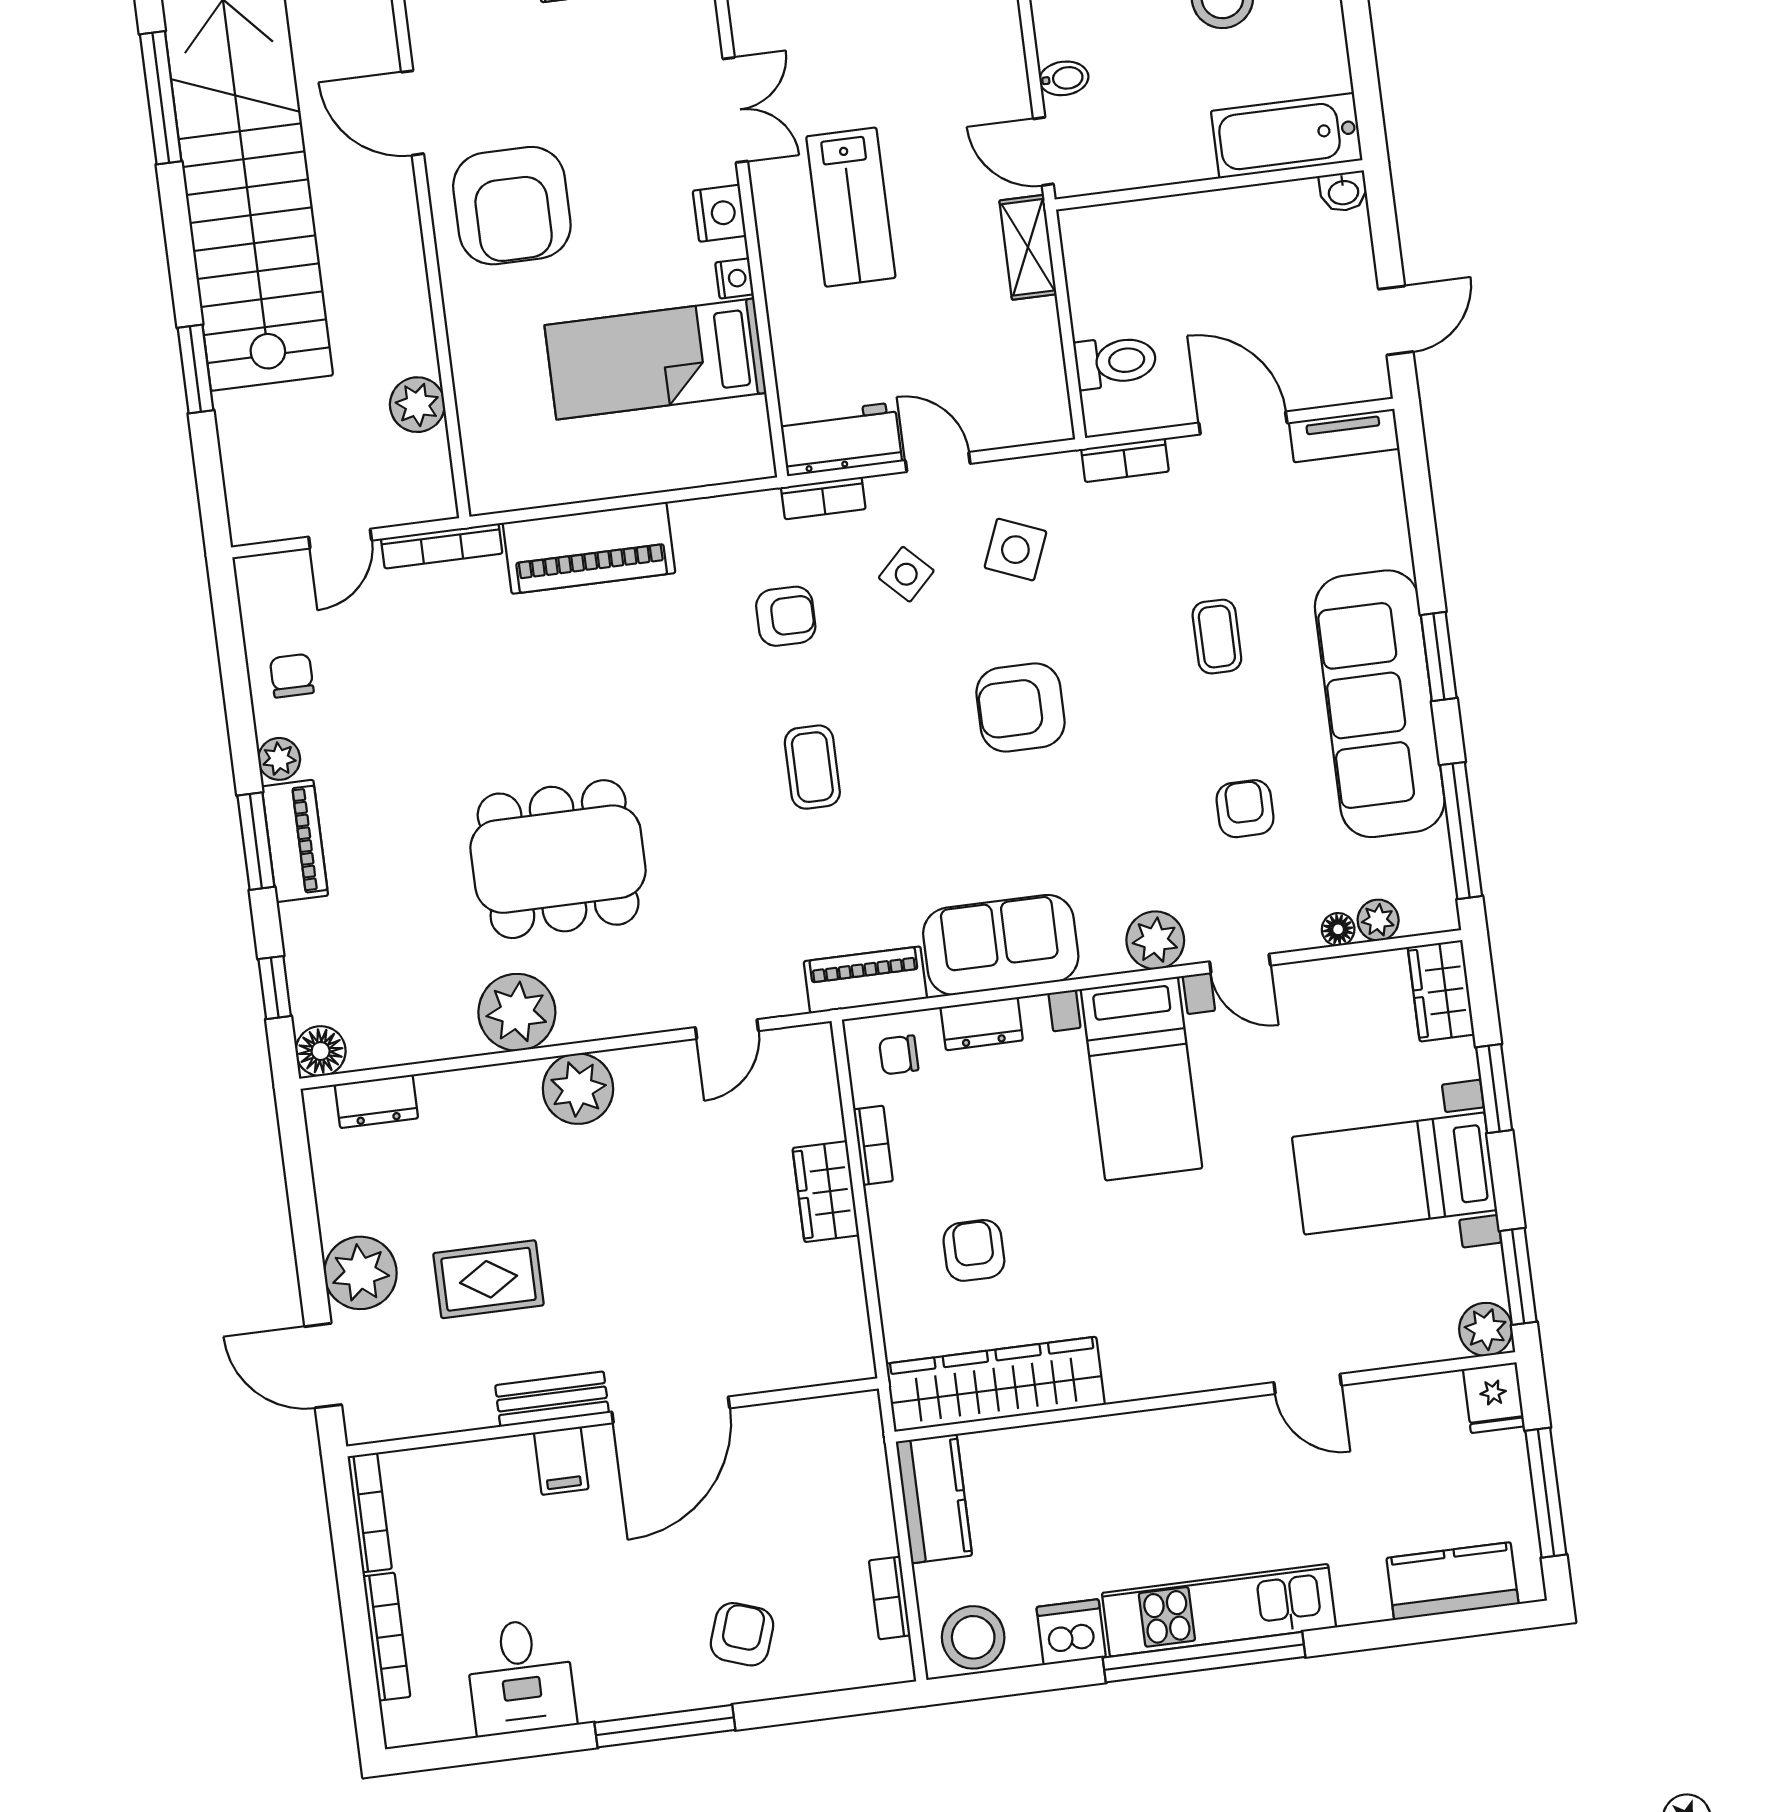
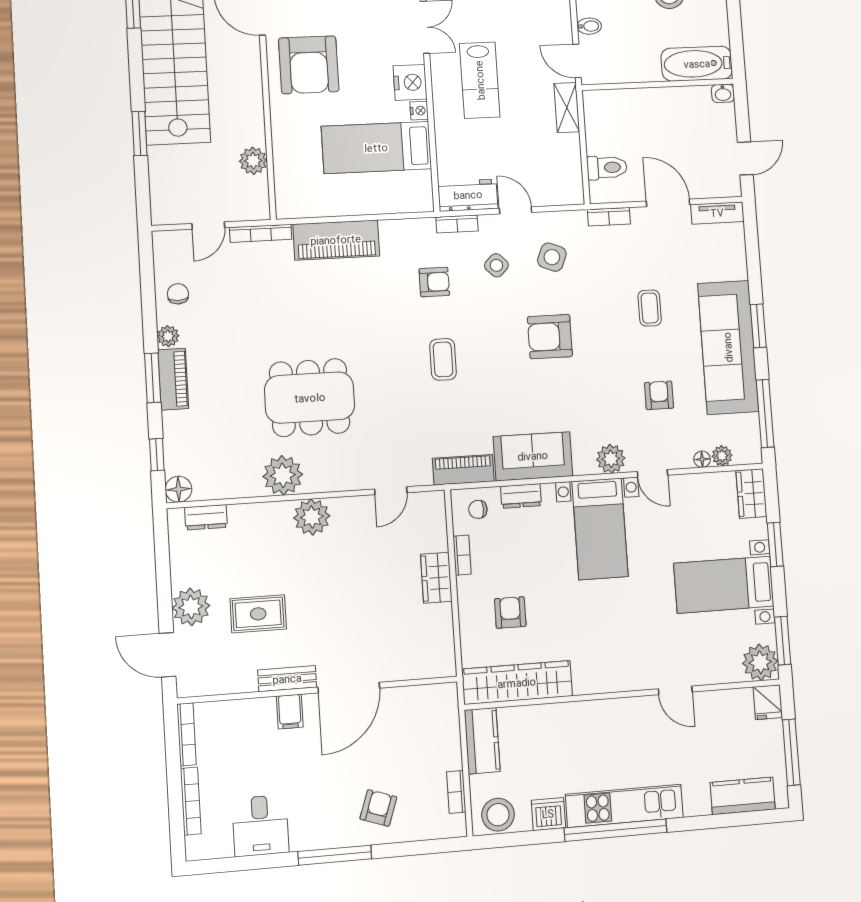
nightstand: (719, 213) -> (410, 82), width x1.36, depth x1.33
plant: (1486, 1329) -> (760, 662), width x1.36, depth x1.36

